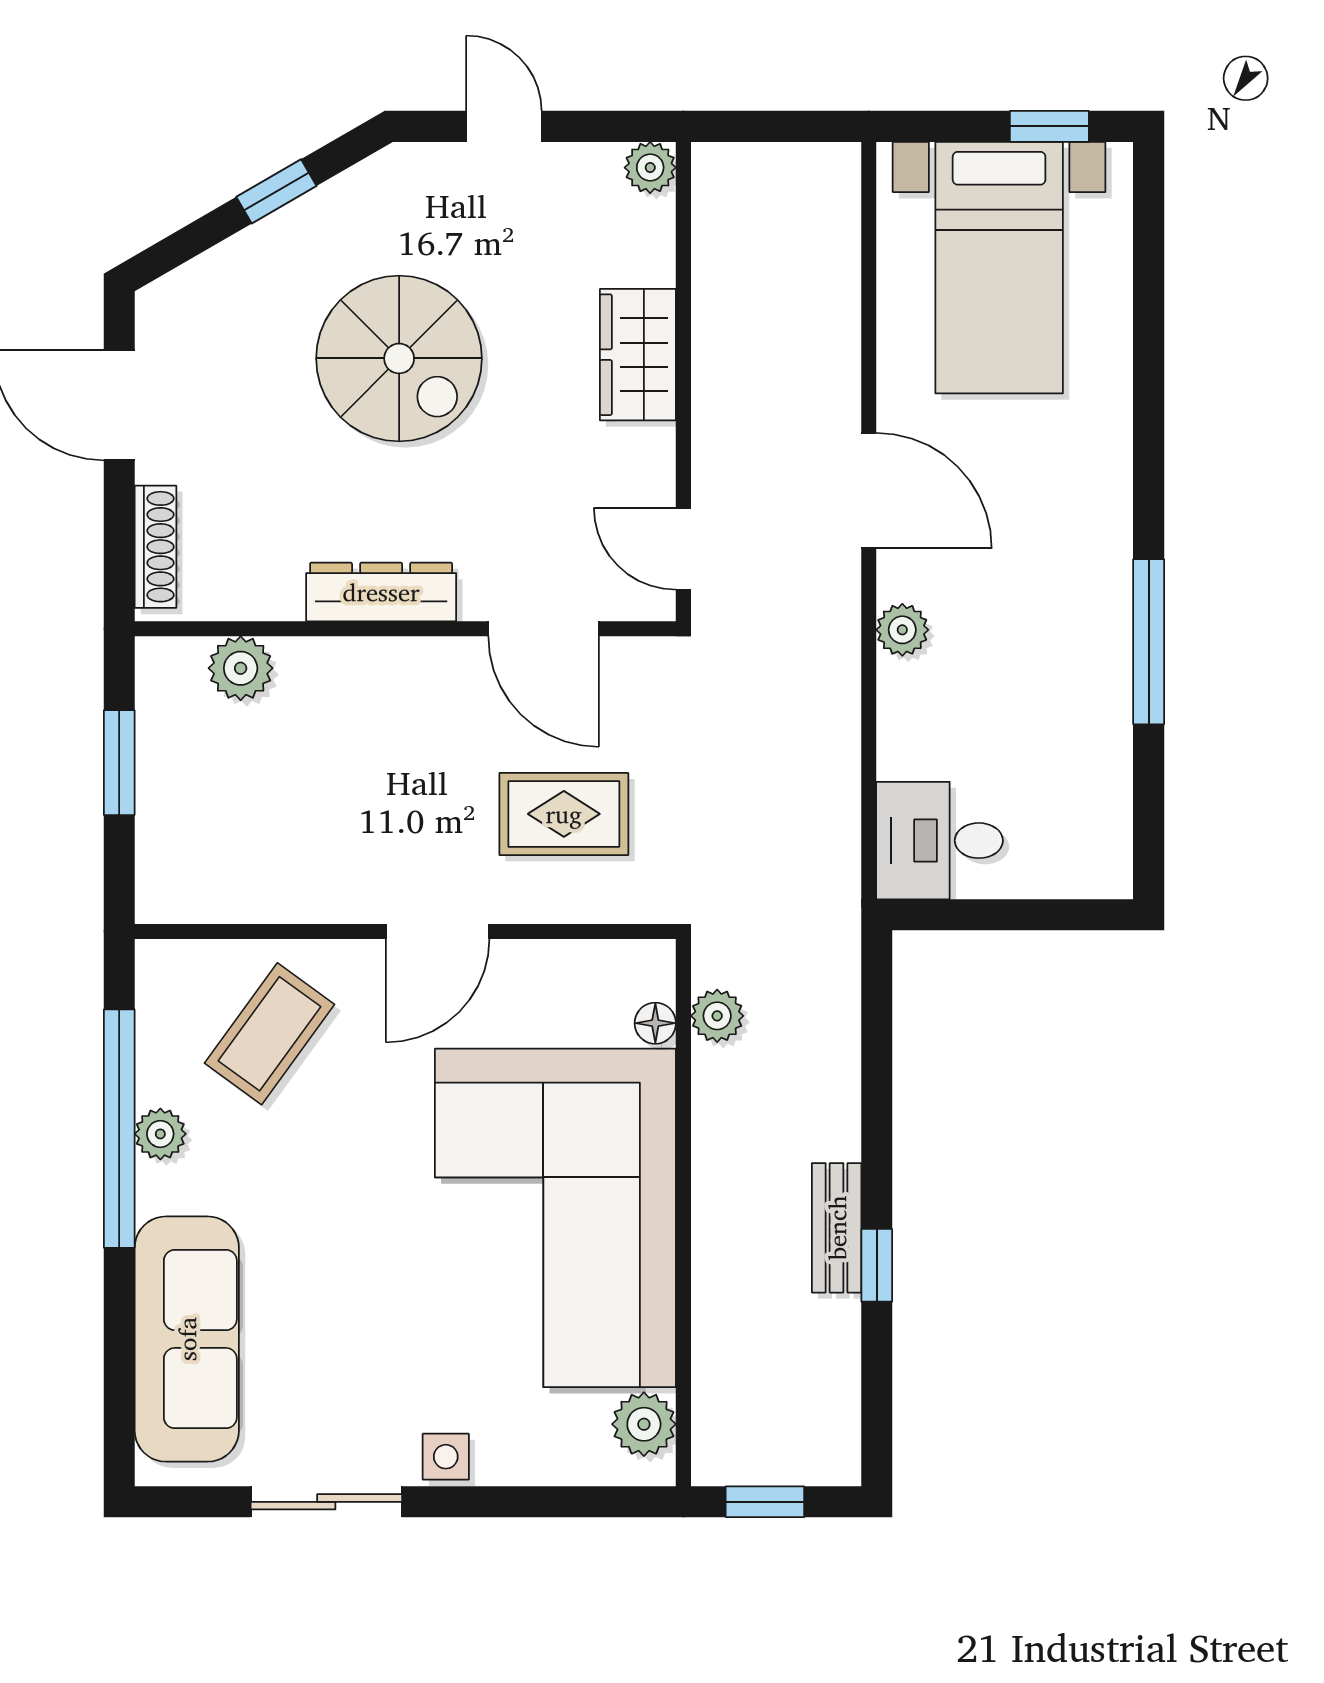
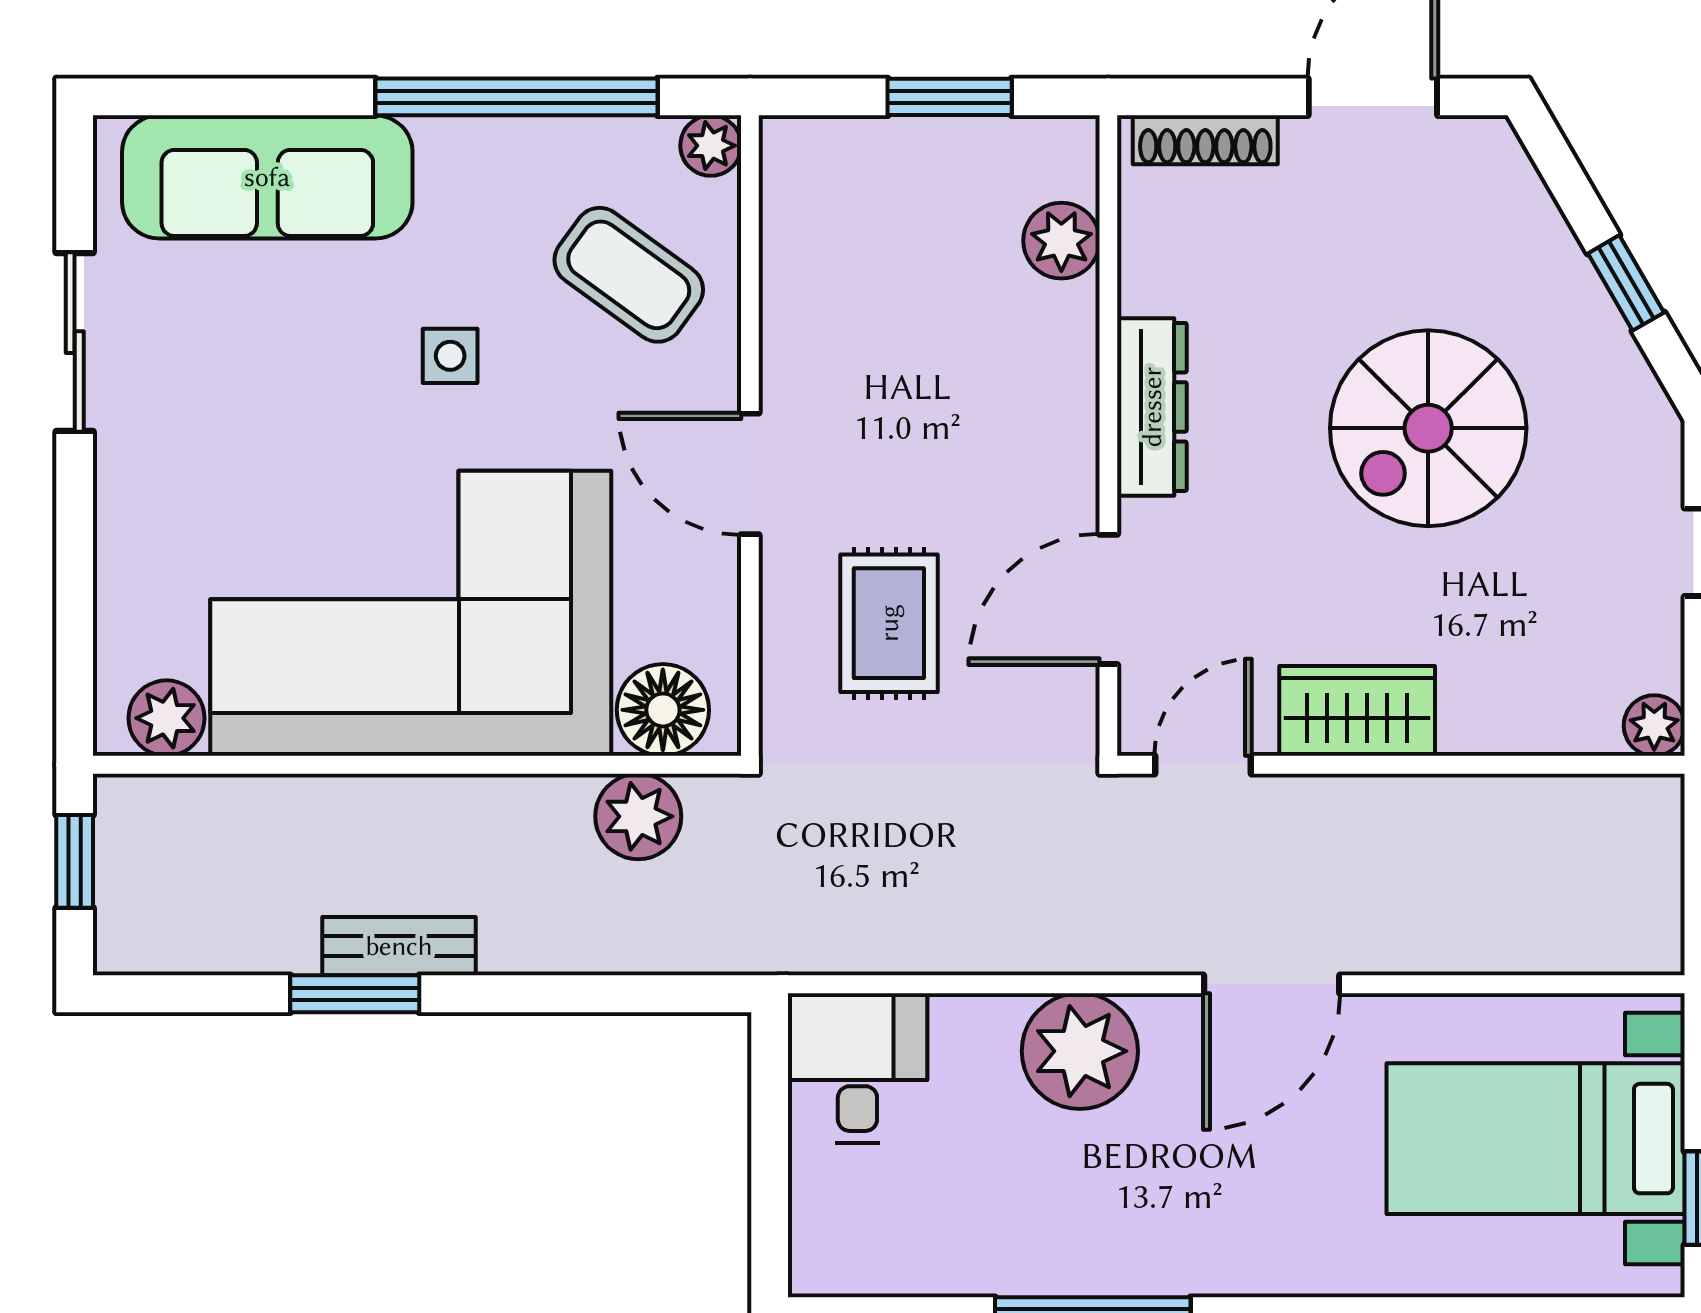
wardrobe: (638, 355) -> (1357, 711), moved
plant: (902, 630) -> (1080, 1051), width x1.87, depth x1.87
plant: (717, 1016) -> (638, 816), width x1.38, depth x1.38
floor lamp: (655, 1023) -> (663, 710), width x1.89, depth x1.89
plant: (160, 1134) -> (711, 146), moved
window: (877, 1265) -> (355, 994), width x1.50
side table: (446, 1457) -> (450, 356), moved

